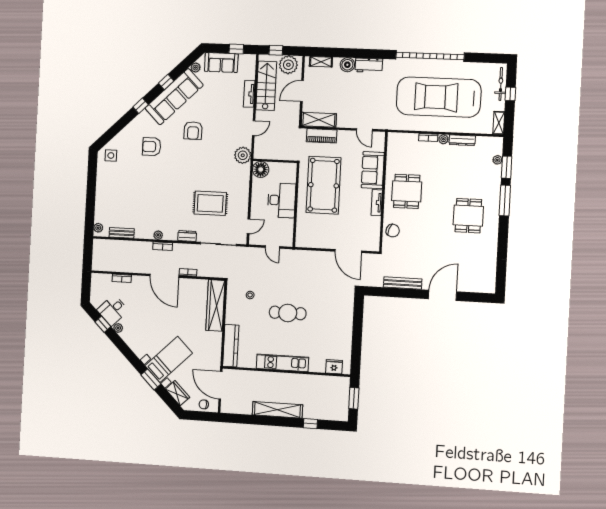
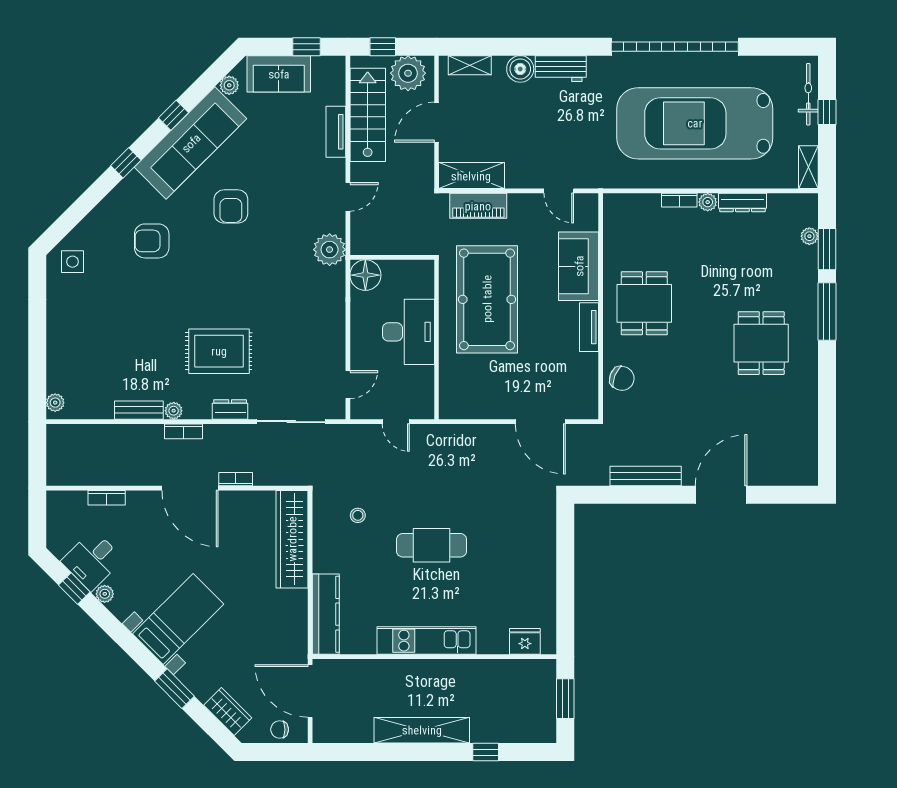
rug: (210, 203) -> (219, 351), moved
bench: (122, 233) -> (139, 410), moved
bed with nightstands: (169, 359) -> (178, 619), moved

